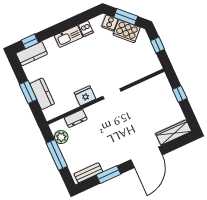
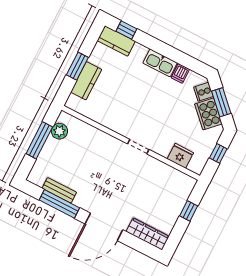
fridge: (85, 96) -> (180, 156), moved
dresser: (76, 119) -> (88, 131), removed
bench: (88, 173) -> (59, 190), moved
window: (109, 175) -> (59, 204), width x1.44

